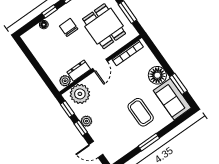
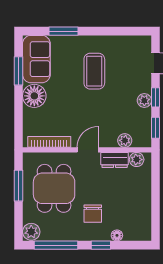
plant: (80, 94) -> (125, 140), width x0.53, depth x0.53
coffee table: (141, 112) -> (94, 71), moved
window: (149, 142) -> (63, 31), moved

